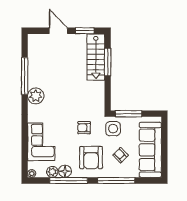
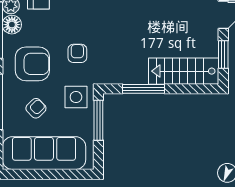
window: (108, 62) -> (143, 89), moved
armchair: (91, 158) -> (32, 64), turned 180

